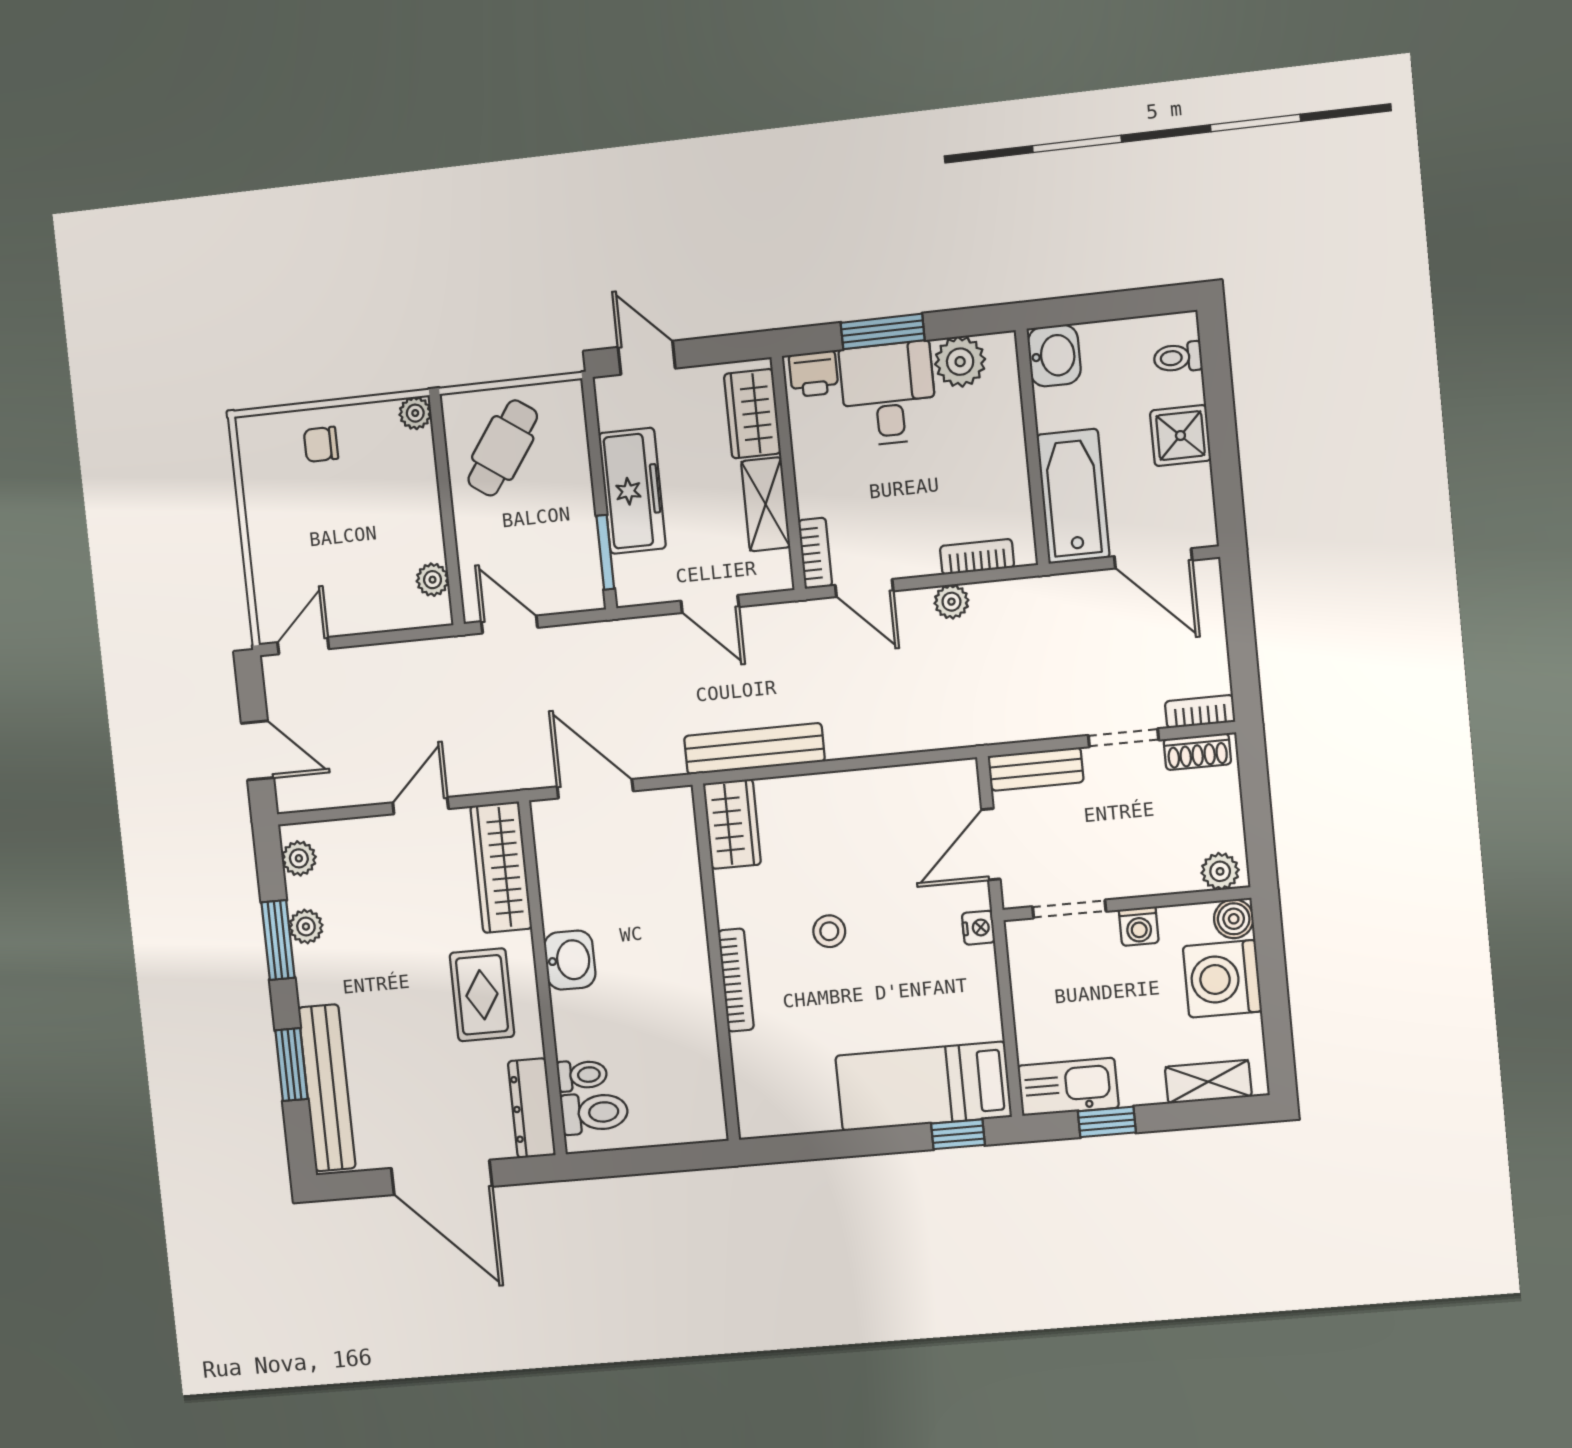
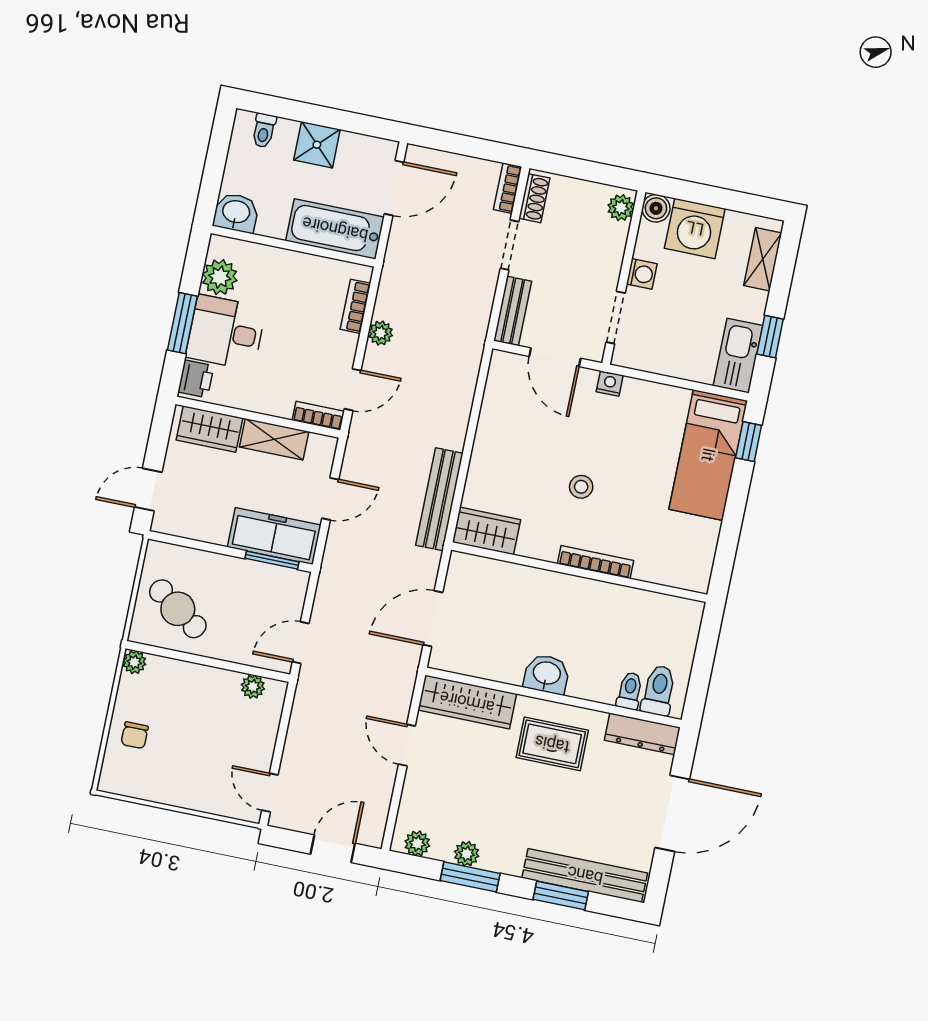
freezer: (632, 491) -> (274, 536), moved

